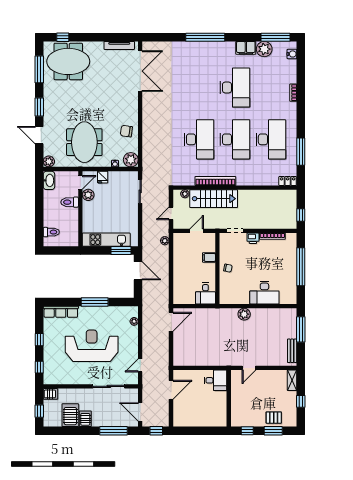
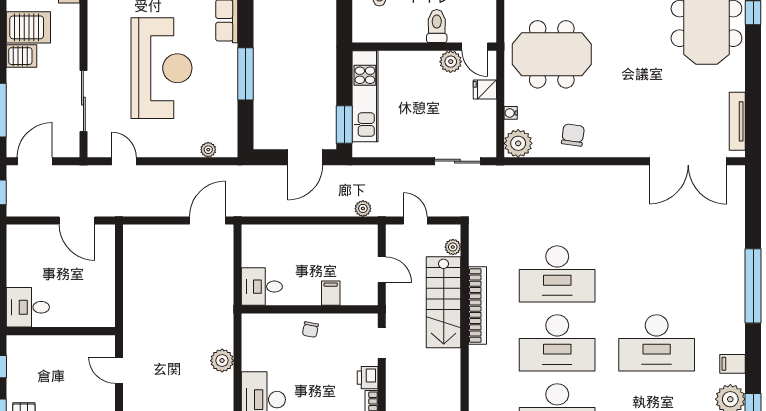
filing cabinet: (246, 48) -> (733, 364), width x0.50
door: (171, 322) -> (207, 220), swing flipped
desk: (215, 380) -> (28, 307), moved, turned 90

